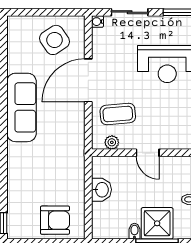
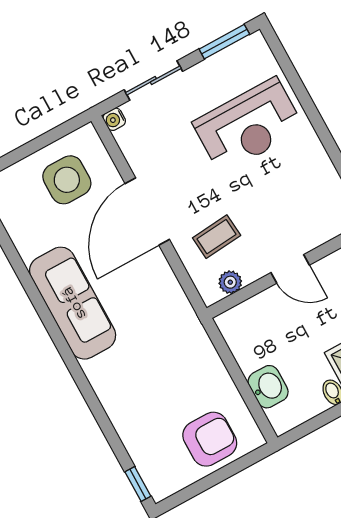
side table: (54, 40) -> (67, 180), turned 34
coffee table: (118, 114) -> (217, 237), width x0.73, depth x0.77
washbasin: (101, 190) -> (268, 387), moved

